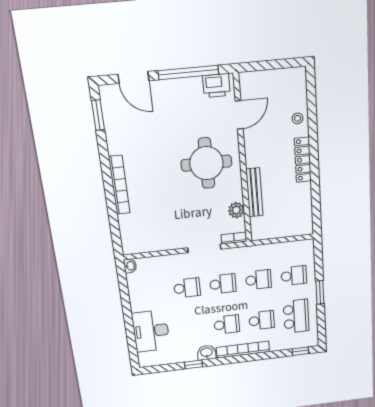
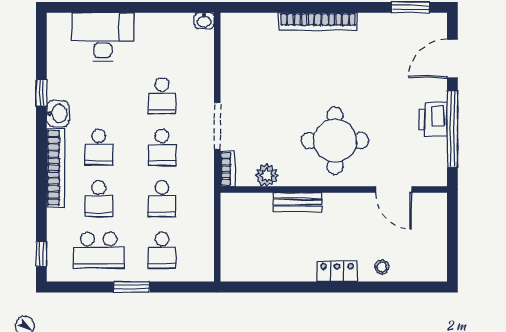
printer: (216, 86) -> (433, 119), moved
locker: (303, 160) -> (337, 271), width x0.66
bench: (254, 192) -> (298, 202), width x0.73

